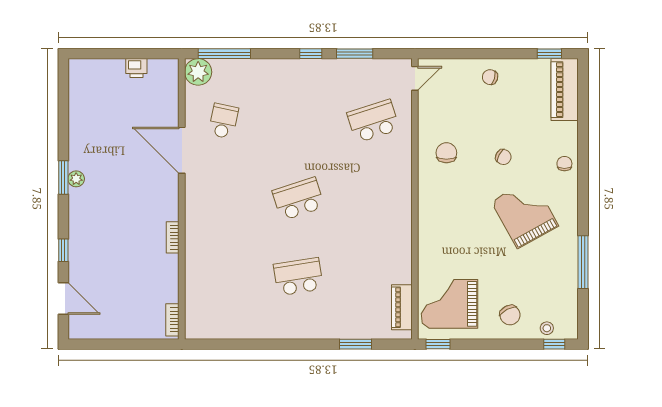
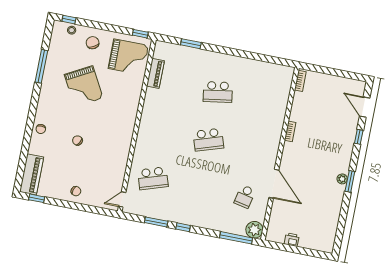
chair: (446, 153) -> (112, 150), removed
grand piano: (525, 214) -> (84, 86), moved
piano: (402, 307) -> (155, 73), moved

